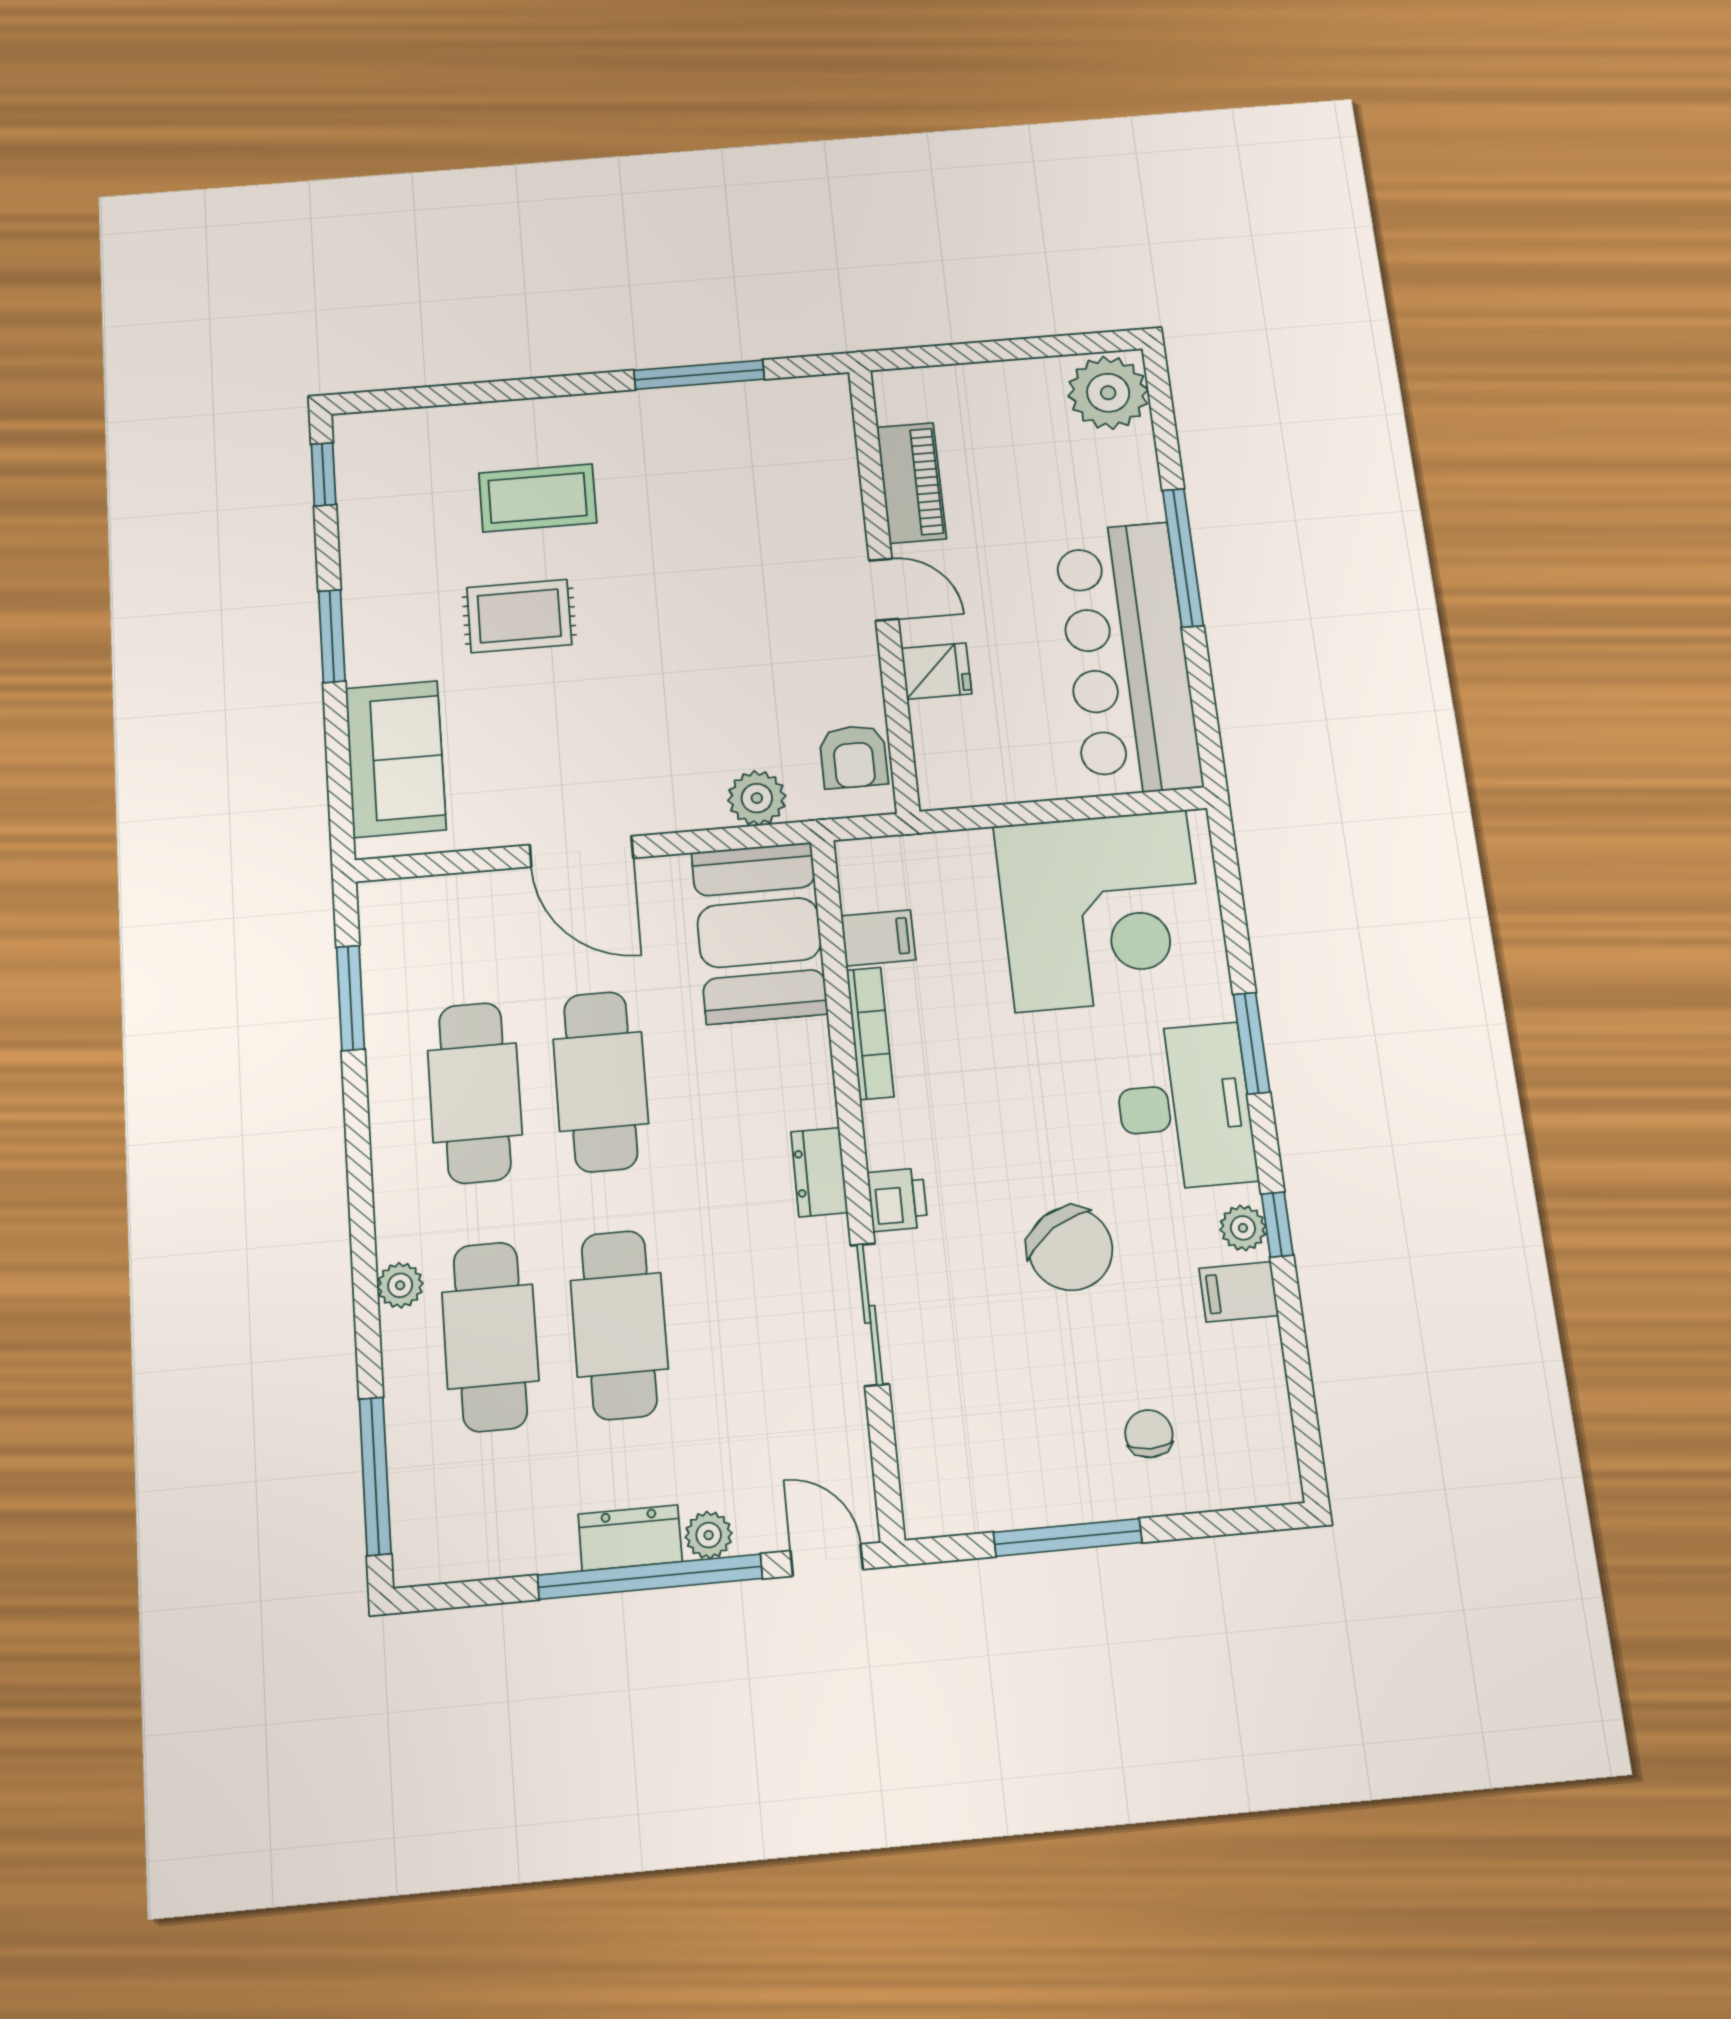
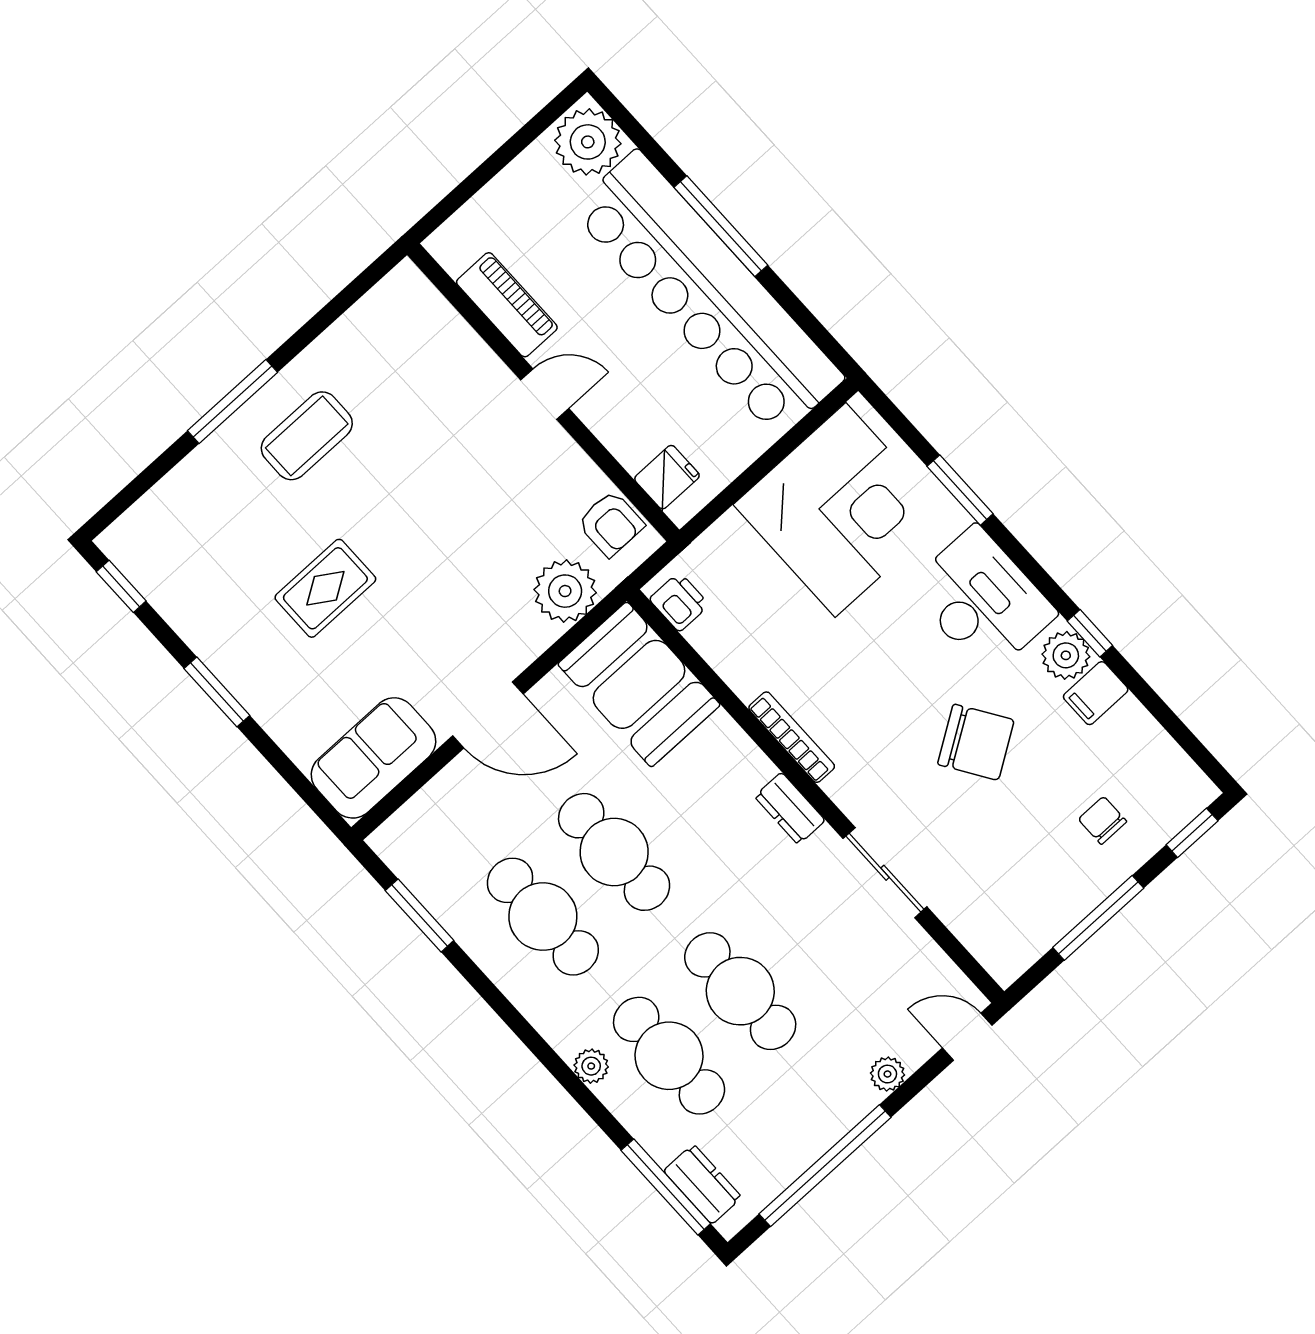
window: (699, 375) -> (232, 401), moved
coffee table: (538, 498) -> (307, 436), moved
bar counter: (1128, 658) -> (707, 294), width x1.36
fridge: (936, 671) -> (667, 477), moved
sofa: (396, 759) -> (373, 758), moved, turned -90
plant: (757, 798) -> (565, 591), width x1.36, depth x1.36
filing cabinet: (878, 938) -> (715, 632), removed
bookcase: (870, 1033) -> (792, 737), moved
window: (1252, 1043) -> (960, 490), moved
printer: (898, 1200) -> (679, 602), moved
plant: (1243, 1228) -> (1066, 655), width x1.38, depth x1.38
window: (1239, 1521) -> (1192, 833), added
dresser: (630, 1538) -> (703, 1184), moved, turned 90
window: (650, 1577) -> (825, 1166), moved

